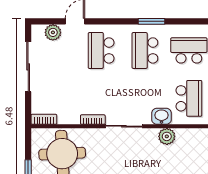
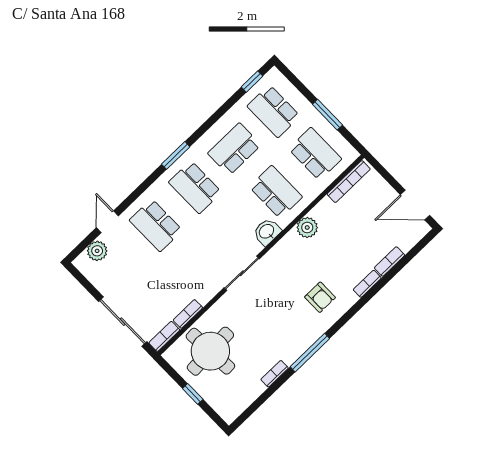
sliding door: (28, 67) -> (123, 322), moved
bookcase: (93, 120) -> (188, 314), moved
plant: (167, 136) -> (307, 228), moved

